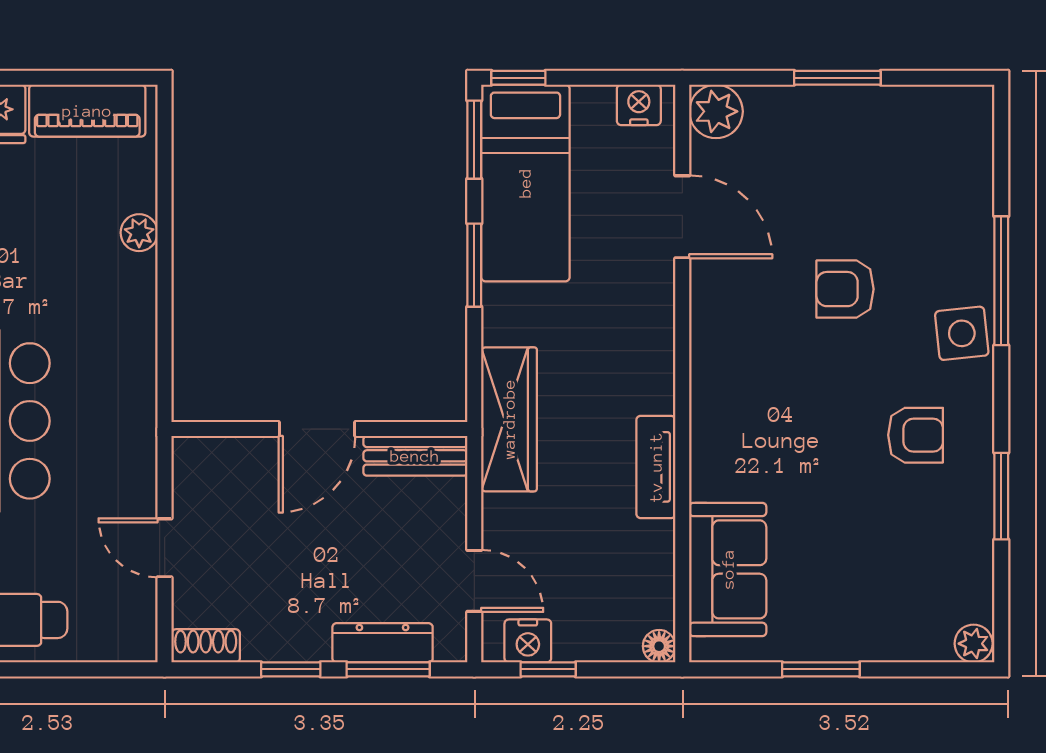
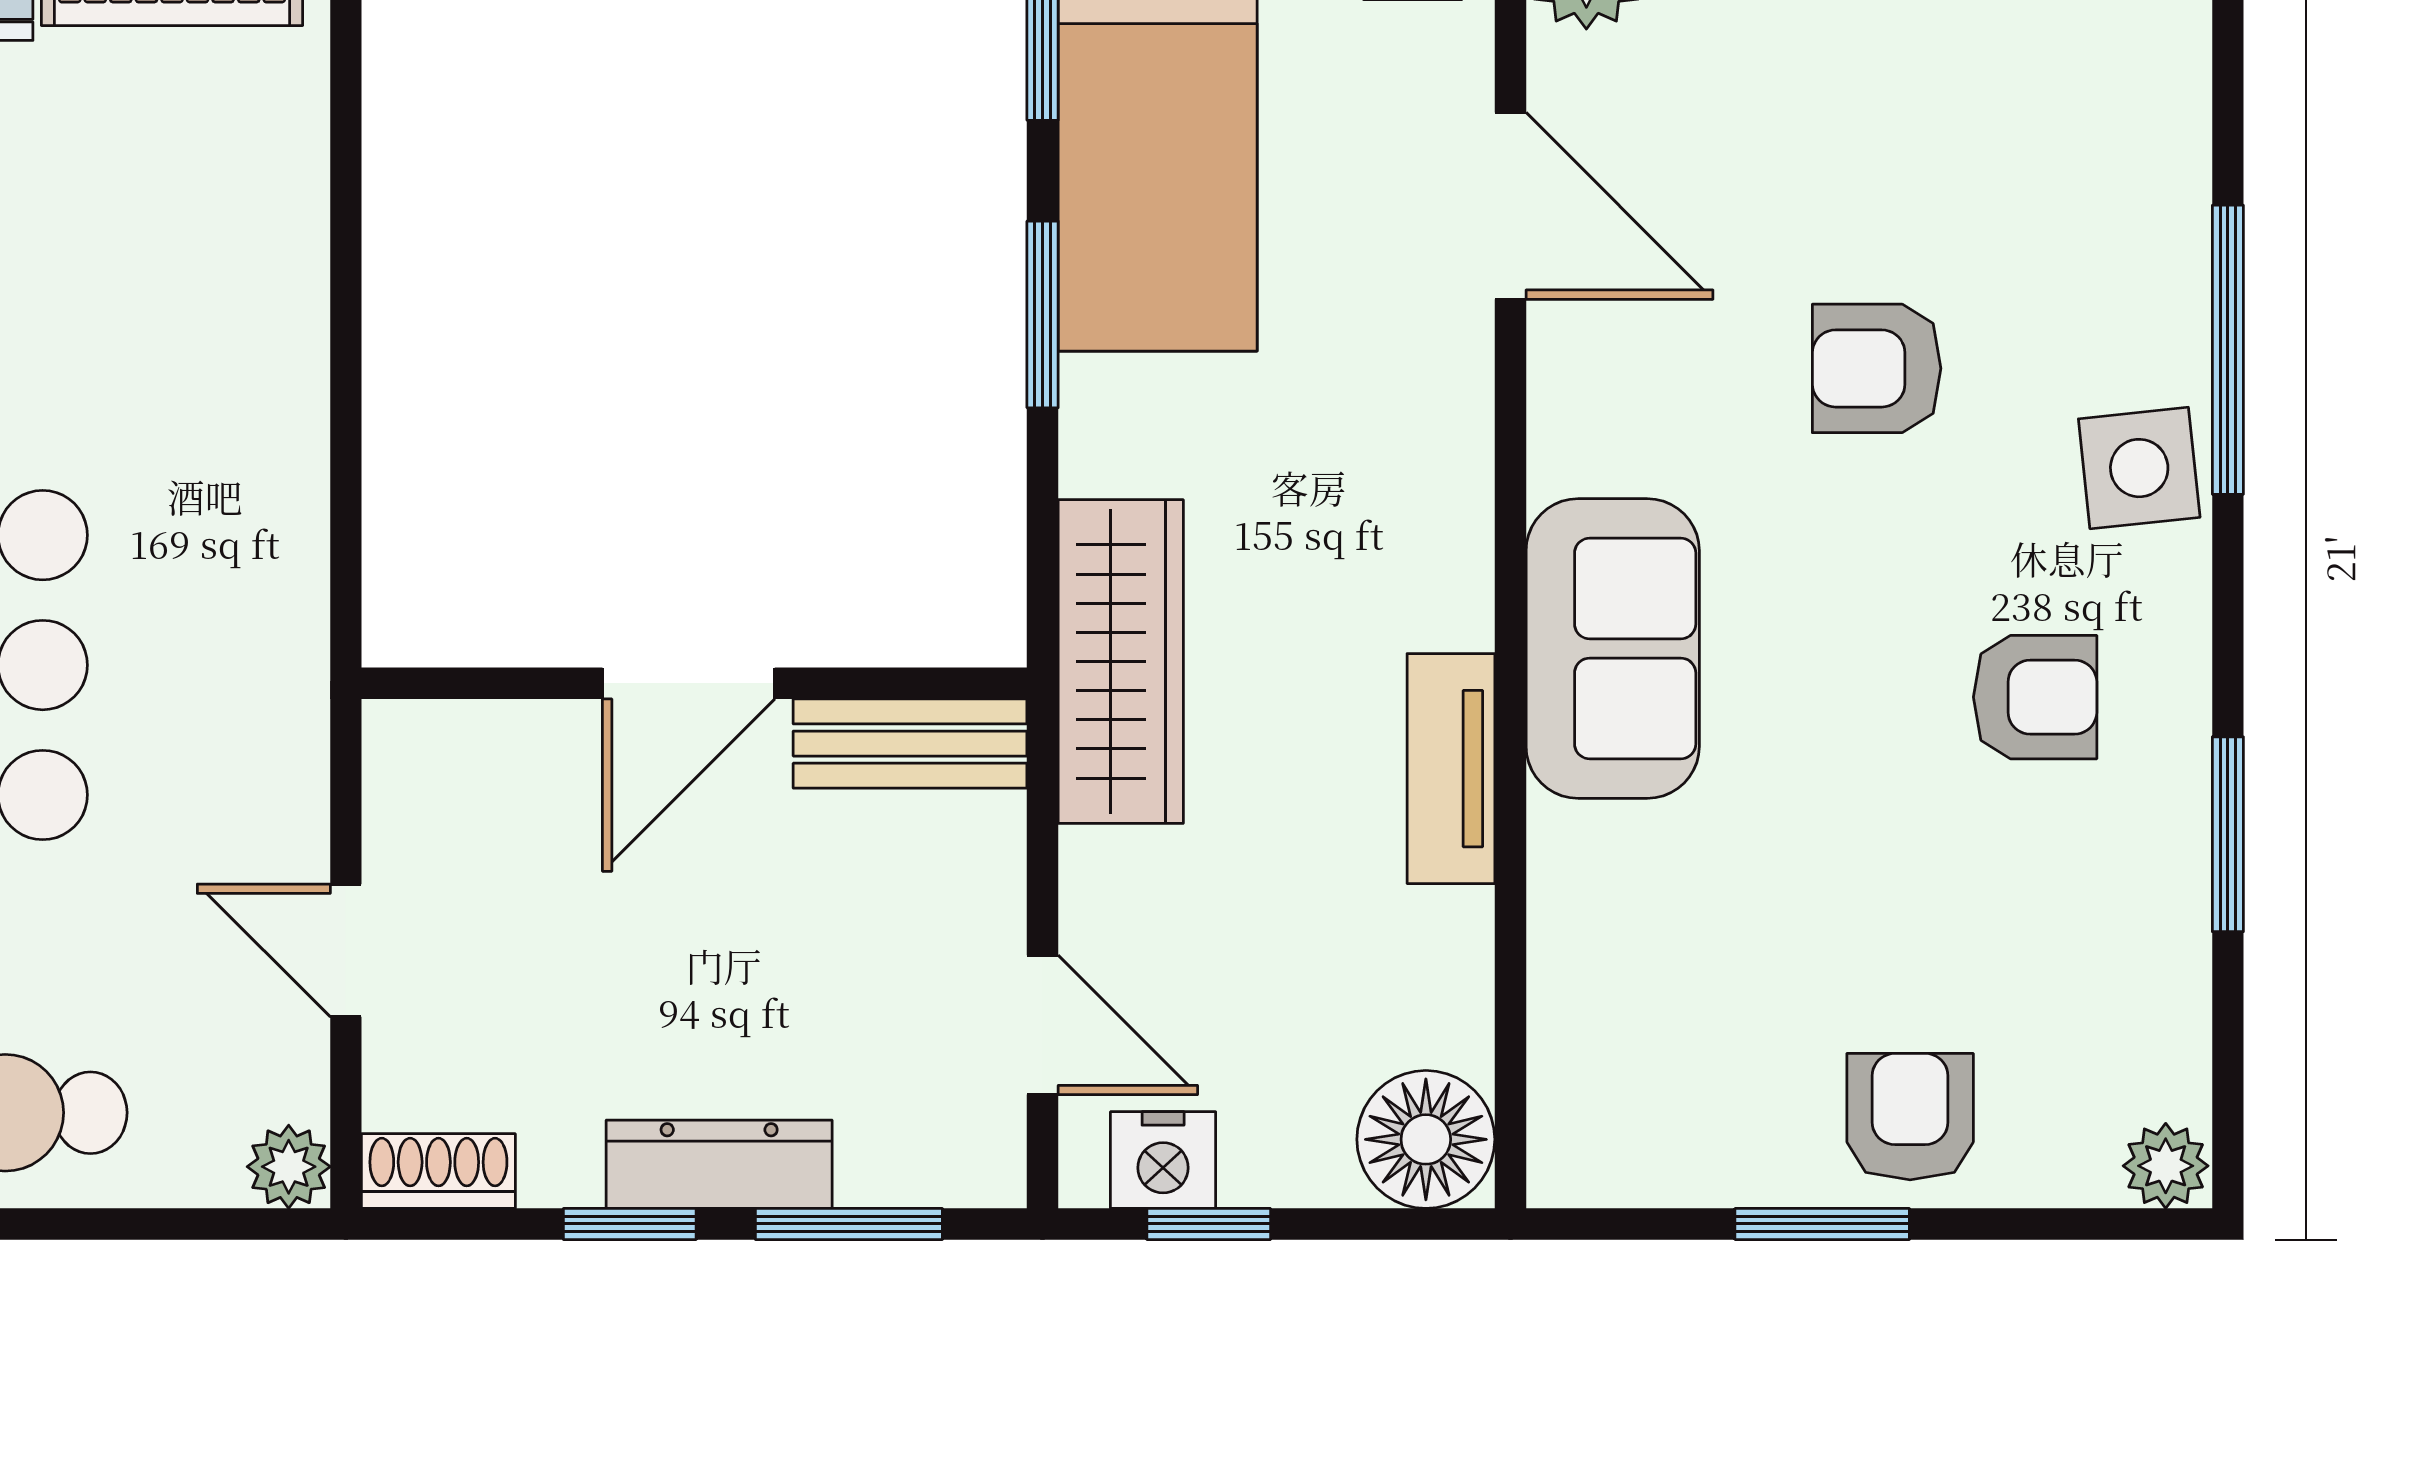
plant: (139, 233) -> (289, 1167), moved
sofa: (728, 569) -> (1613, 648), moved
armchair: (860, 622) -> (1910, 1117), added
dresser: (383, 643) -> (719, 1164), moved
floor lamp: (659, 646) -> (1426, 1139), width x1.89, depth x1.89

